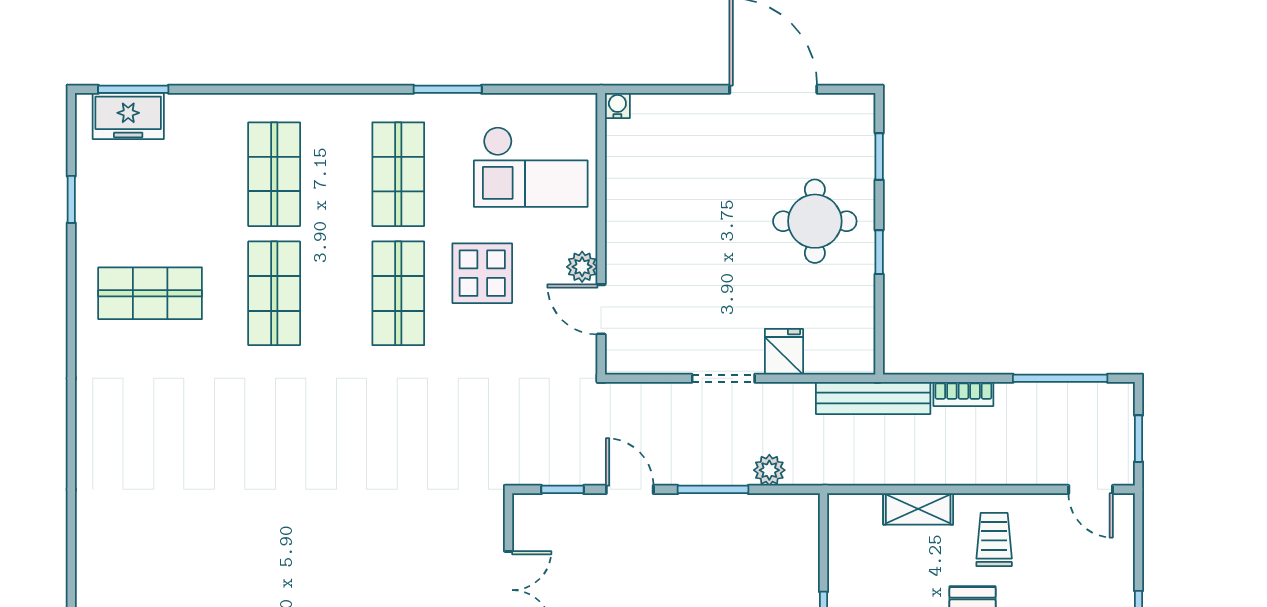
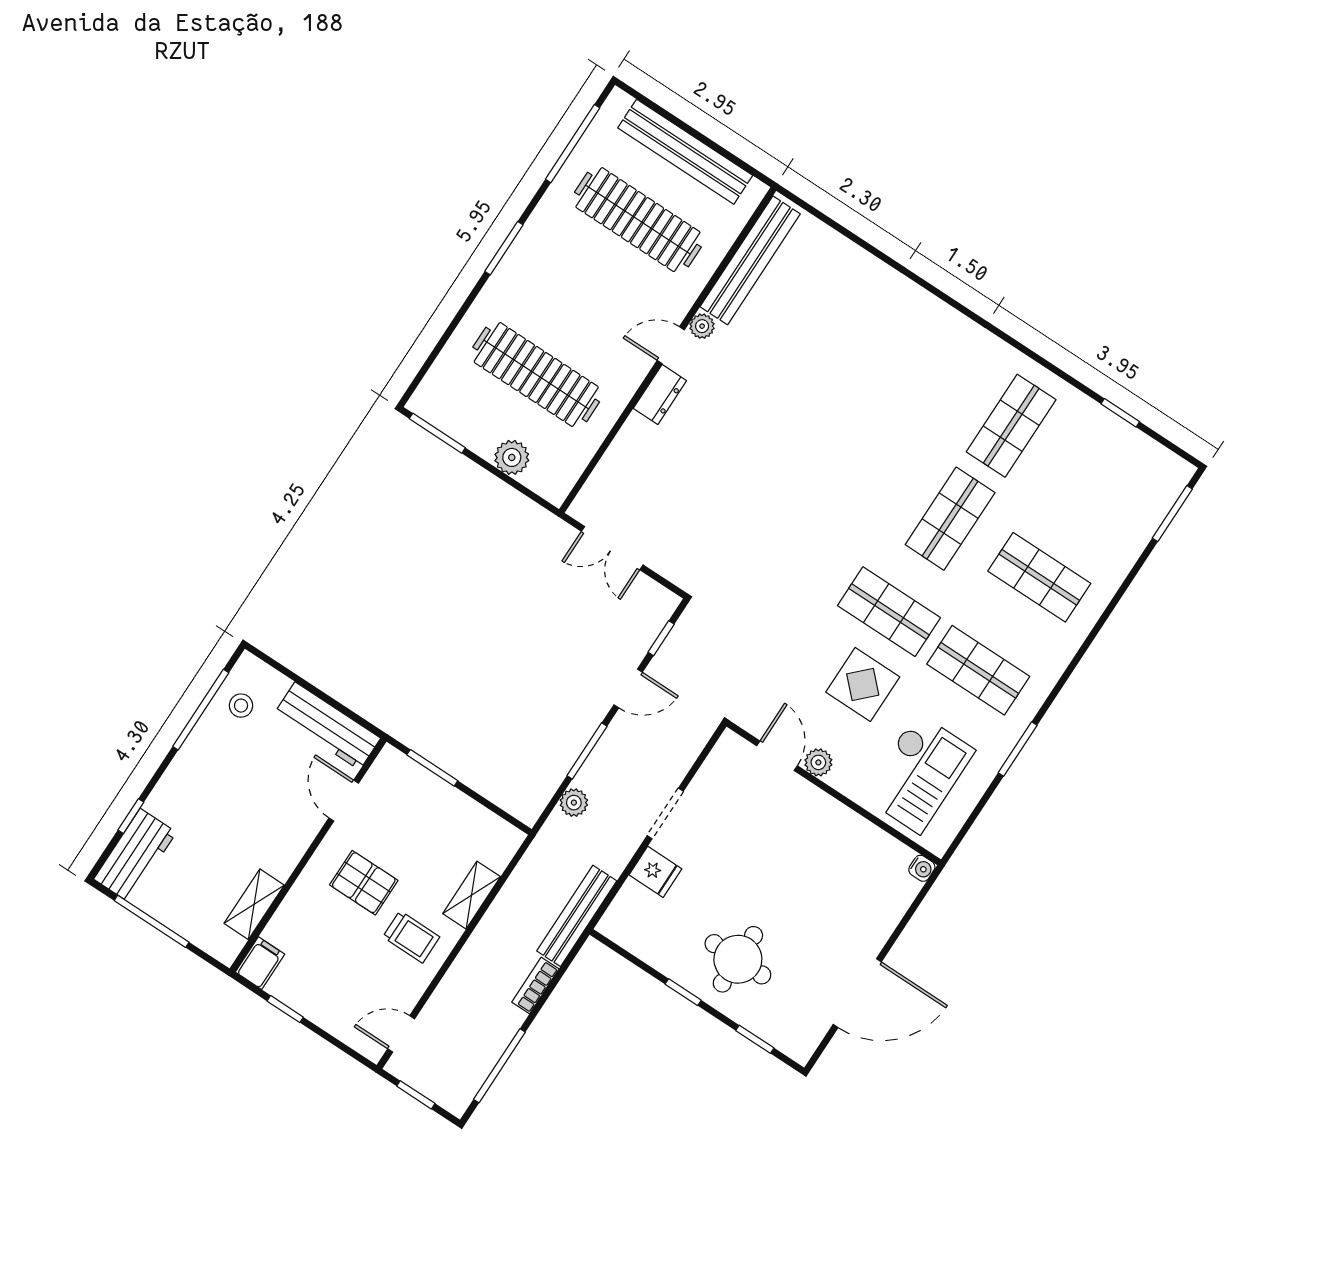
freezer: (128, 116) -> (1155, 497), removed
checkout: (531, 167) -> (918, 773), turned 180
shop shelf: (274, 293) -> (950, 519), turned 90
door: (601, 309) -> (777, 756), hinge flipped

